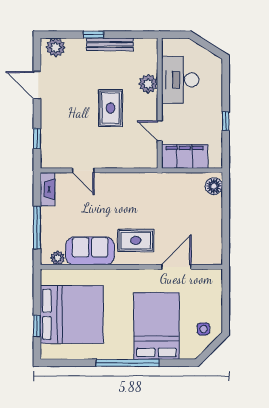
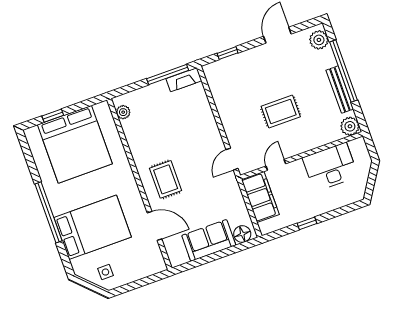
window: (93, 35) -> (344, 71), width x3.17
plant: (148, 84) -> (350, 126), moved
door: (83, 170) -> (232, 159), moved
window: (37, 228) -> (168, 75), moved
sofa: (90, 251) -> (209, 240), moved, turned -90

